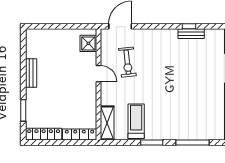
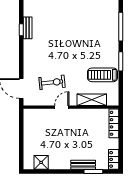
shower: (88, 43) -> (41, 162), moved
bench: (31, 73) -> (83, 165), moved
shelving: (107, 123) -> (92, 100), moved
locker: (44, 134) -> (114, 159), width x0.66

